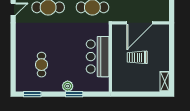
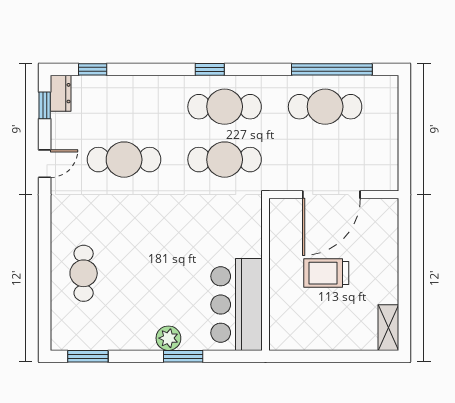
bar counter: (98, 57) -> (237, 305), moved
cafe table: (41, 65) -> (84, 273), moved

